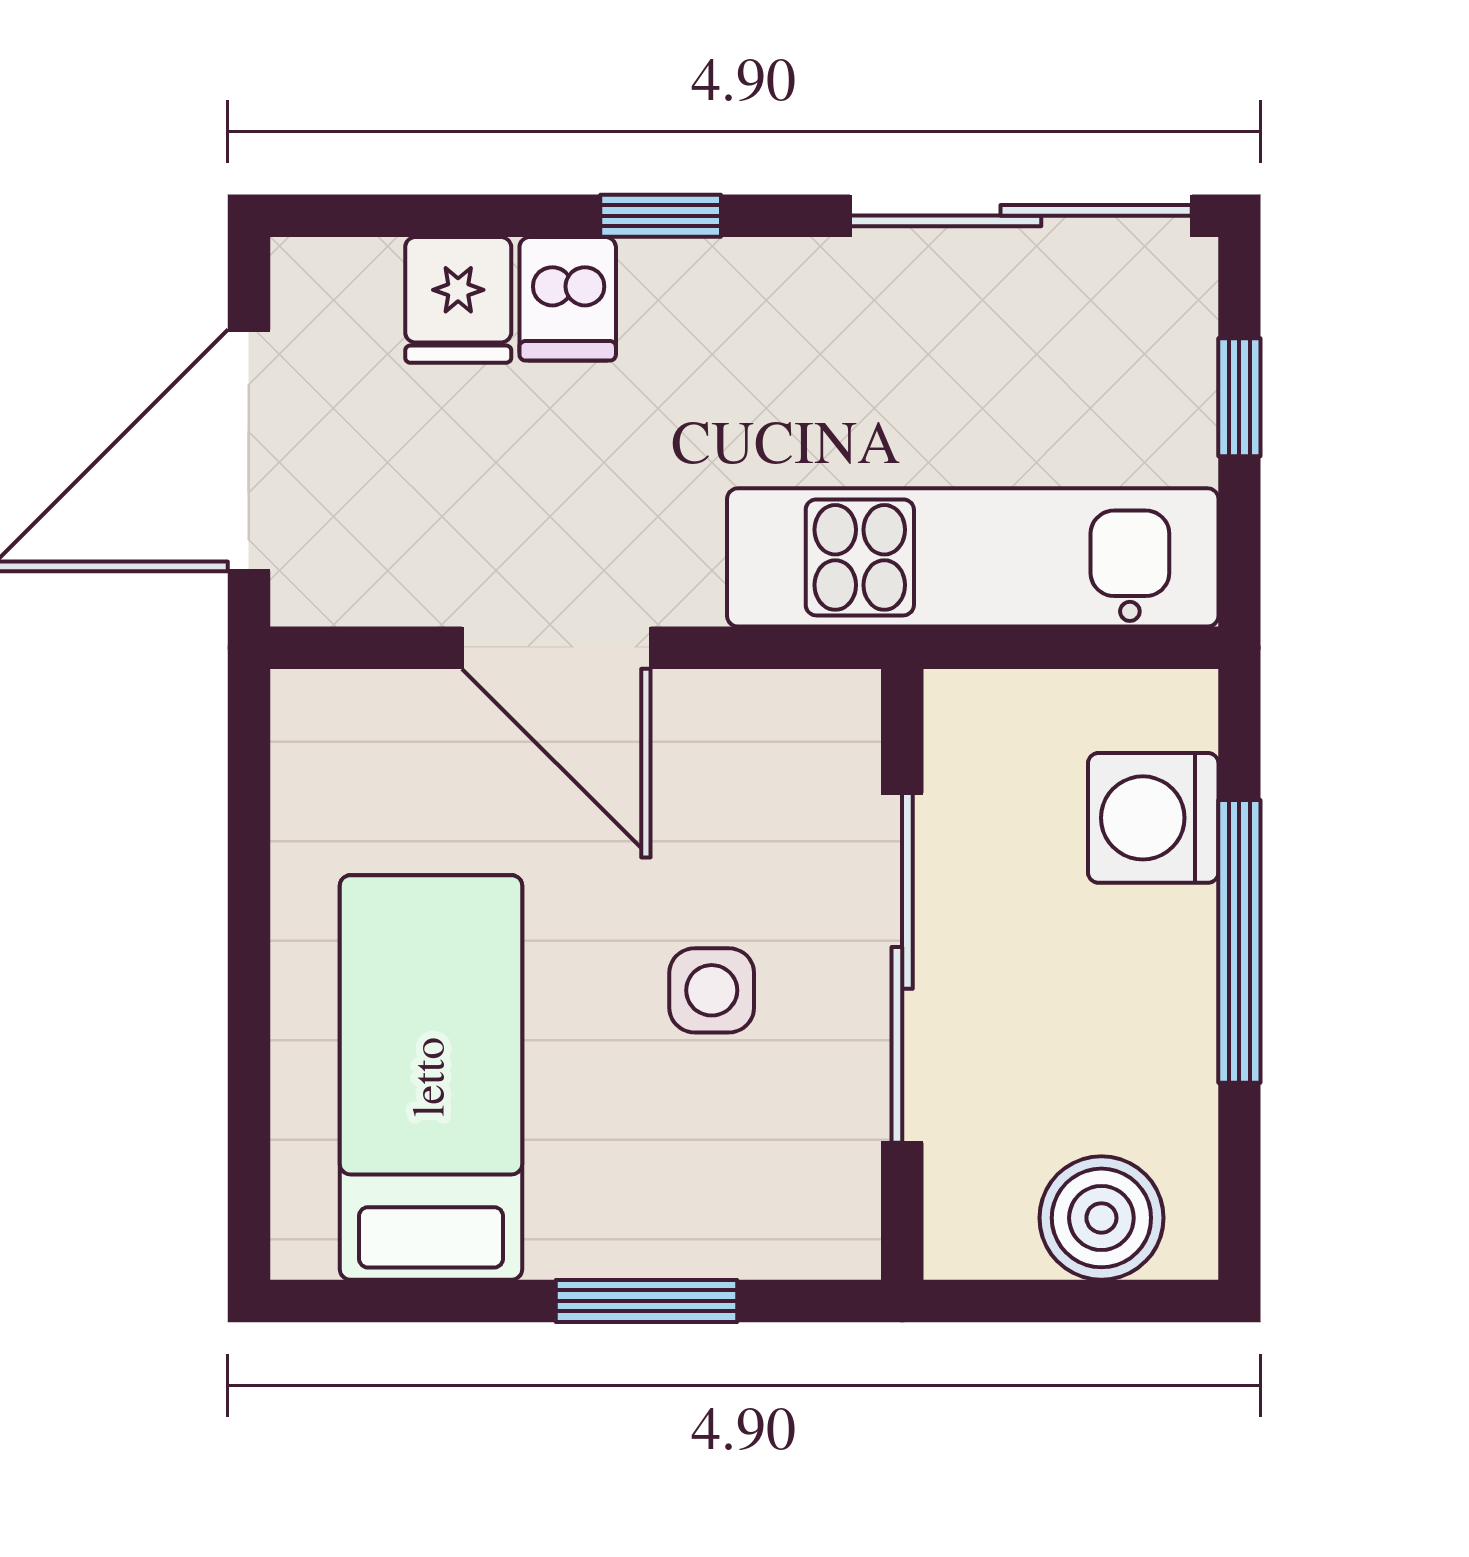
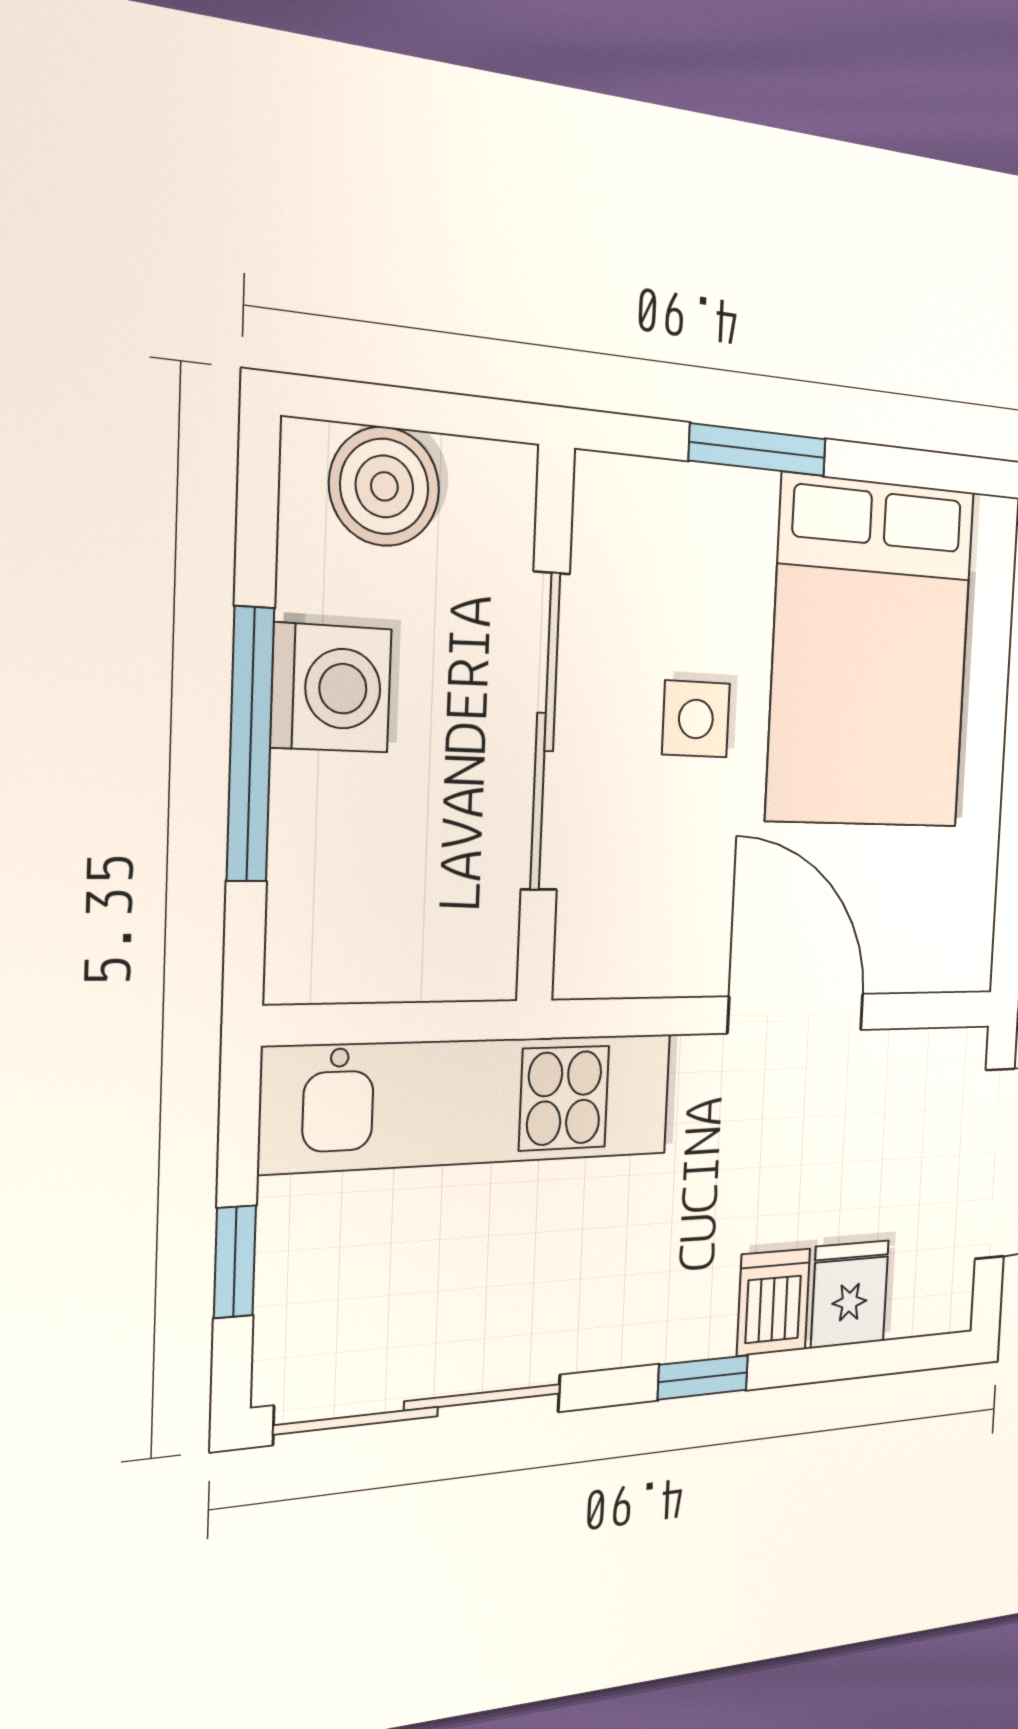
washing machine: (1153, 818) -> (331, 688), moved
bed: (431, 1077) -> (871, 654), width x1.50

